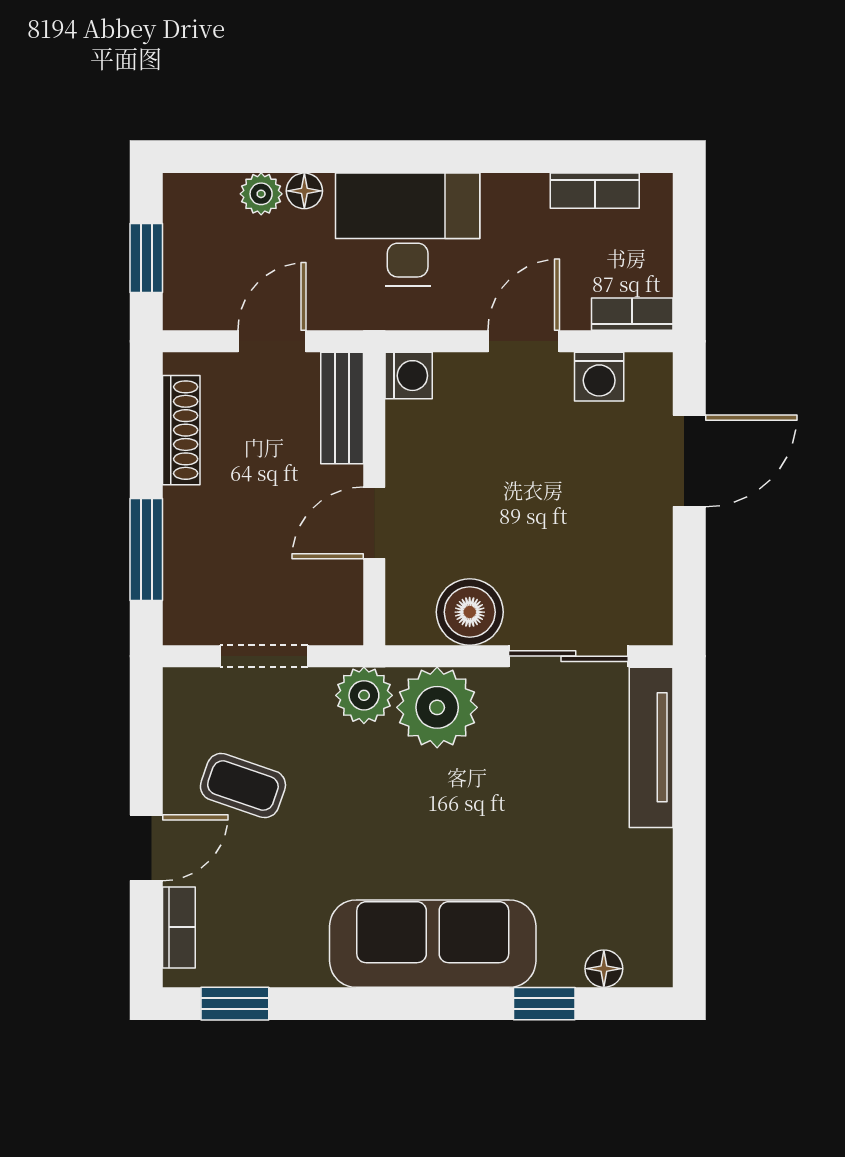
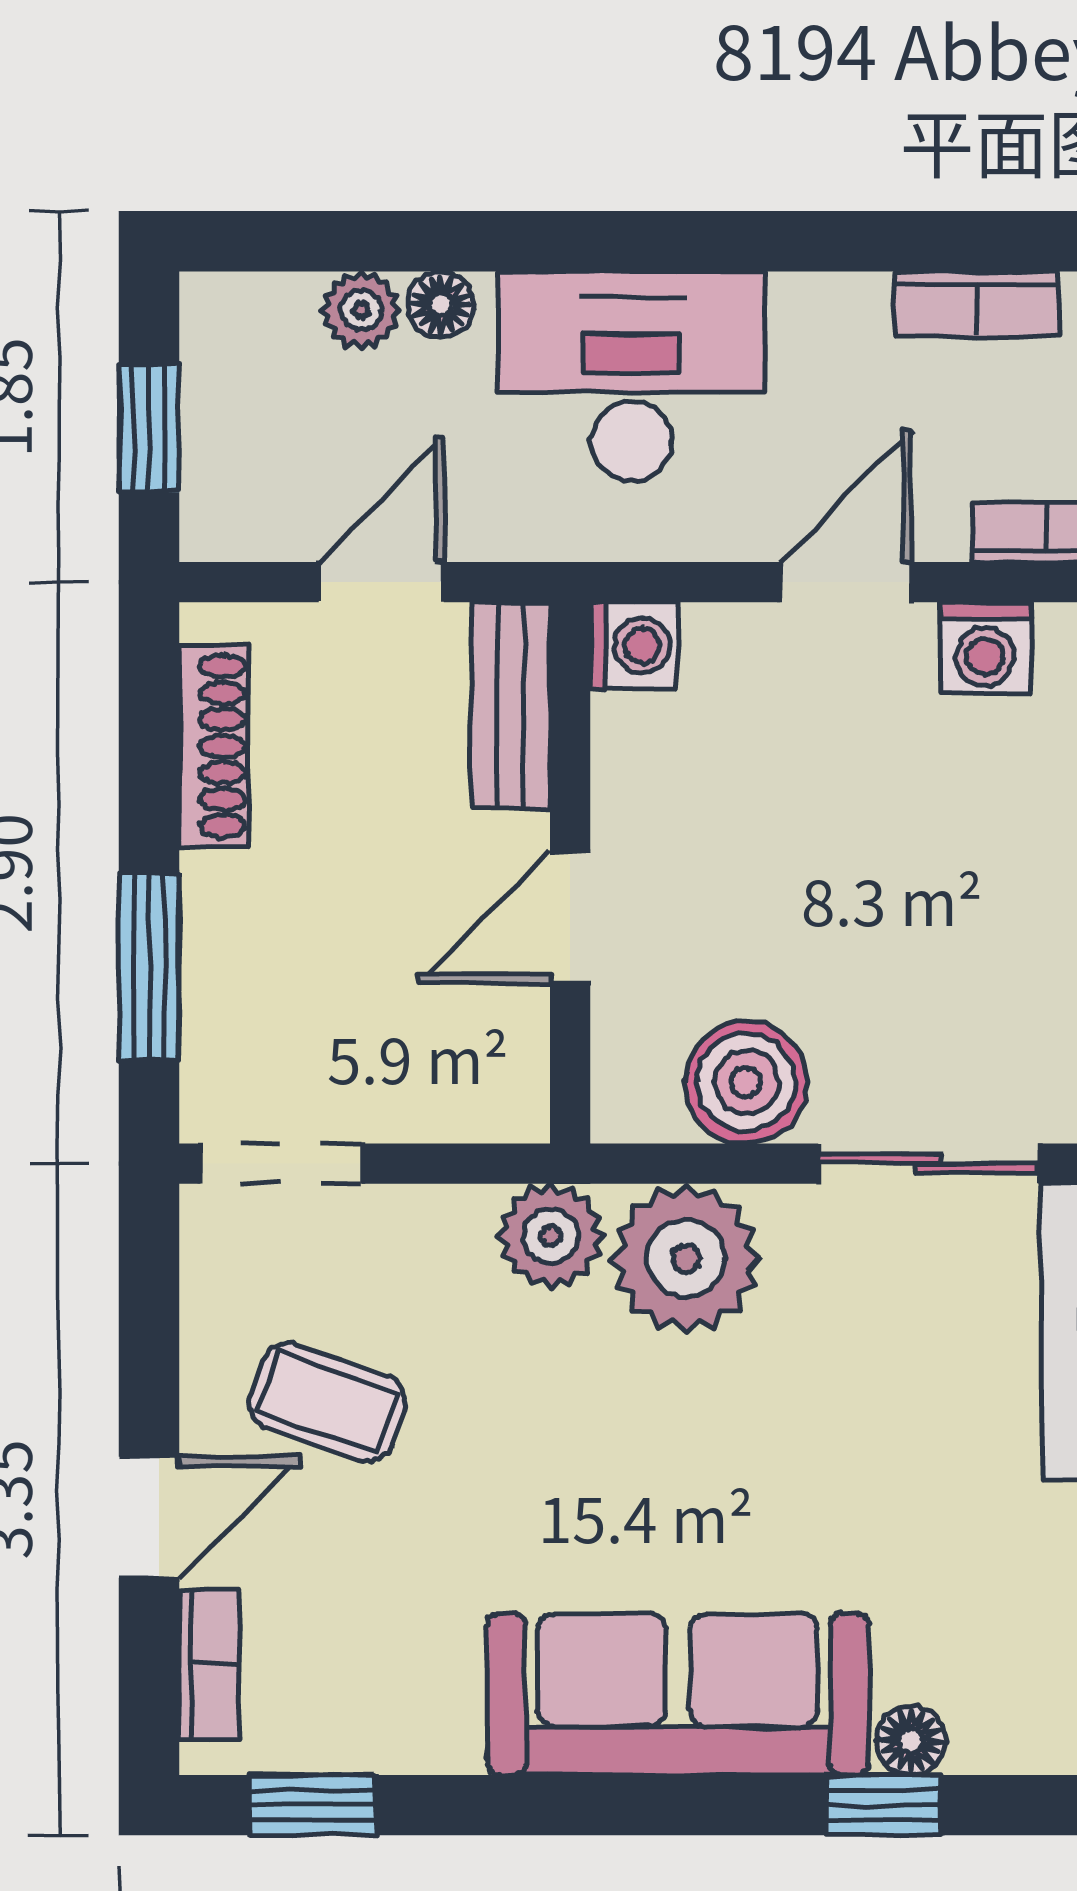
doorway: (264, 656) -> (281, 1164), moved
floor lamp: (604, 969) -> (911, 1740), moved

